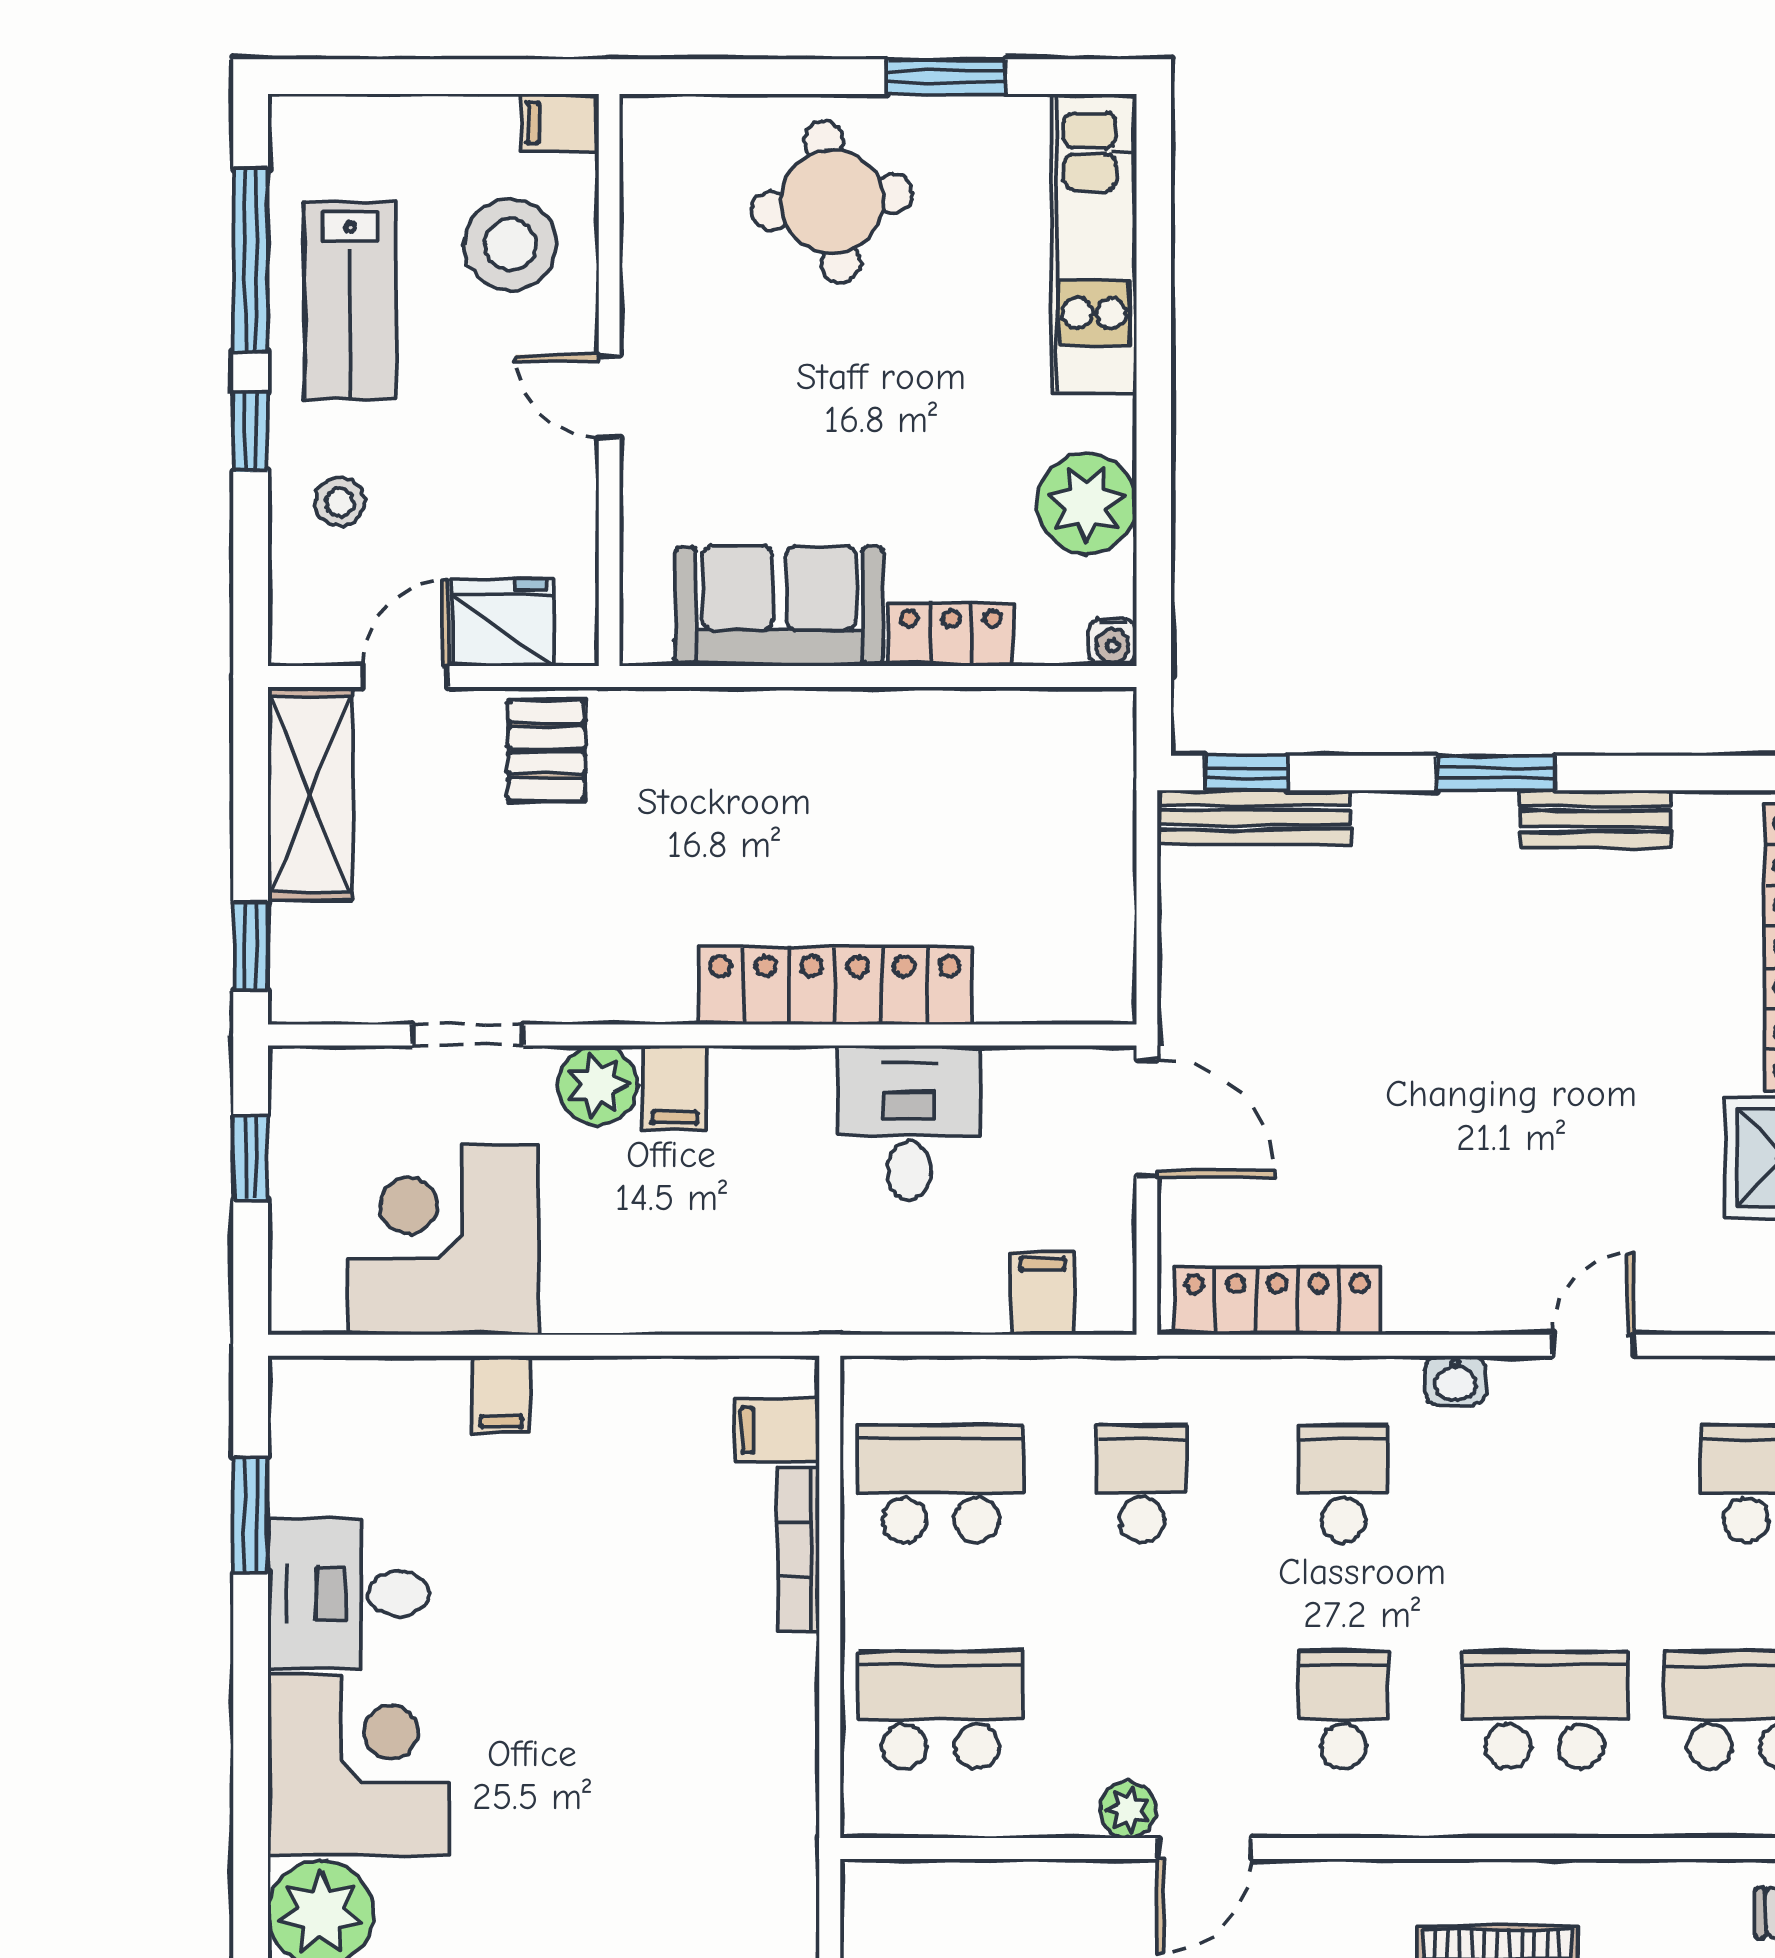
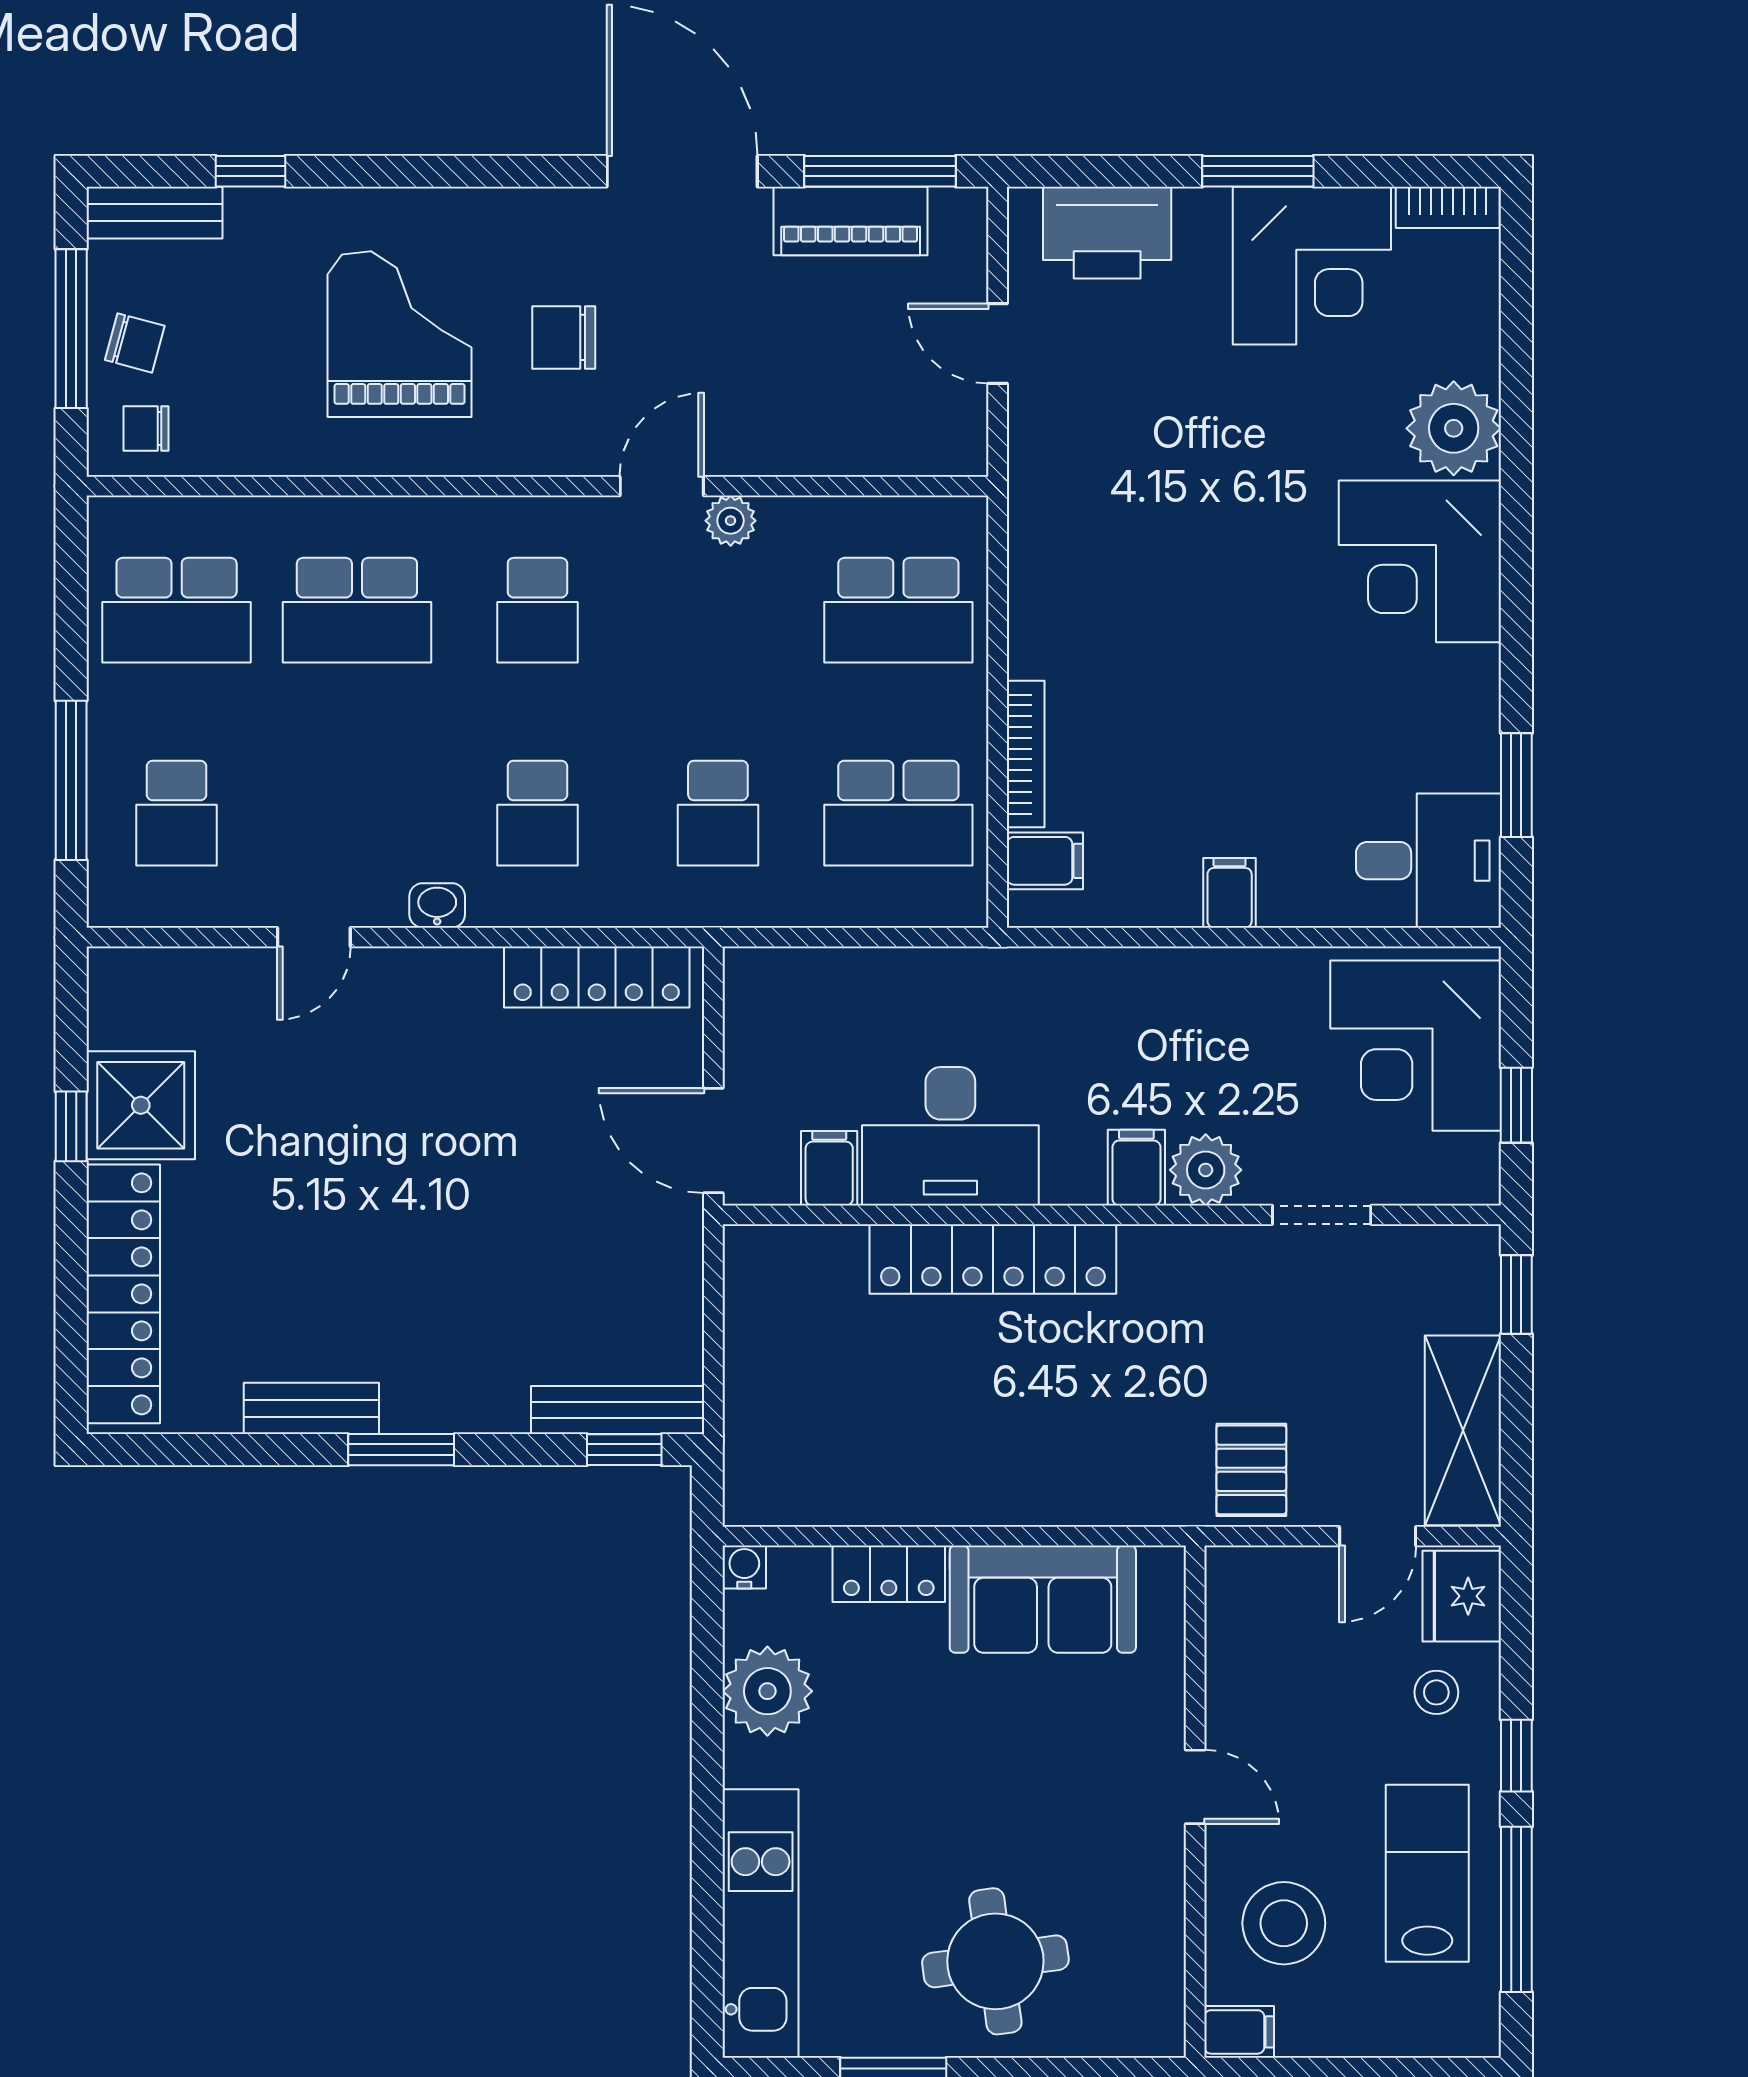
fridge: (503, 622) -> (1462, 1596), moved, turned 90
desk: (909, 1123) -> (950, 1136), width x1.37
corner desk: (443, 1240) -> (1416, 1046), moved, turned 90
filing cabinet: (1042, 1293) -> (829, 1168), moved, turned 180
filing cabinet: (501, 1395) -> (1230, 893), moved
desk: (349, 1594) -> (1428, 861), moved

